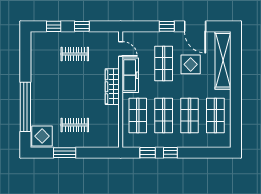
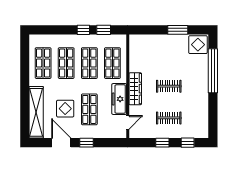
door: (121, 49) -> (128, 122), swing flipped
clothes rail: (75, 125) -> (169, 86), moved

